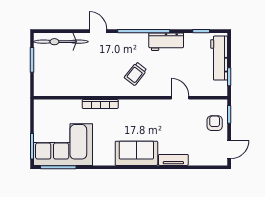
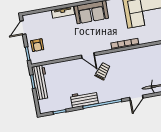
door: (98, 31) -> (136, 98), hinge flipped
workbench: (219, 58) -> (41, 82), moved
door: (180, 98) -> (88, 55), moved

